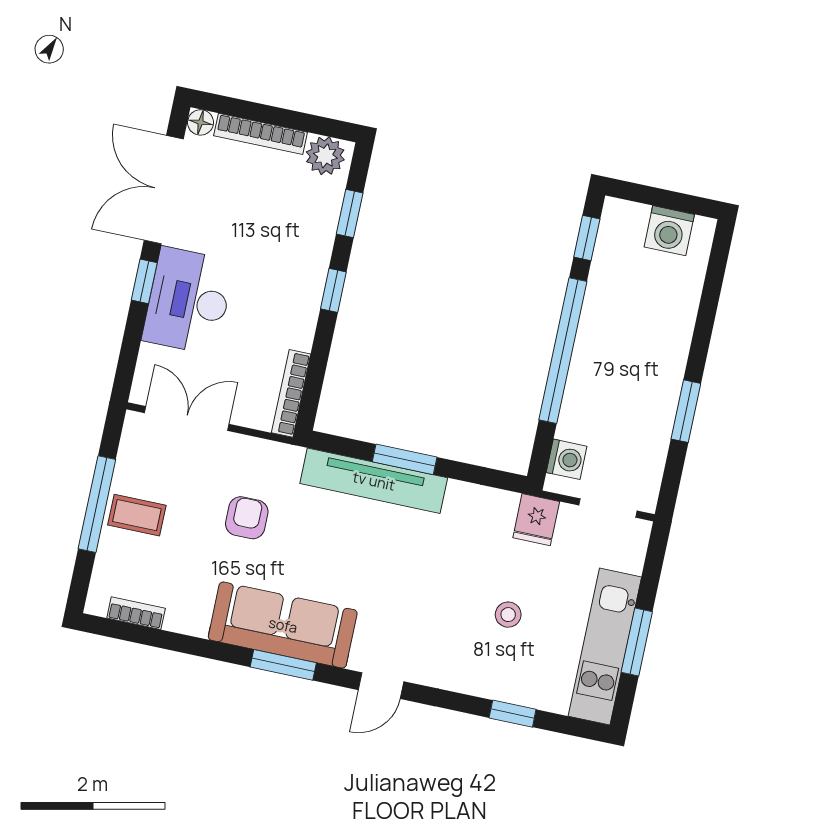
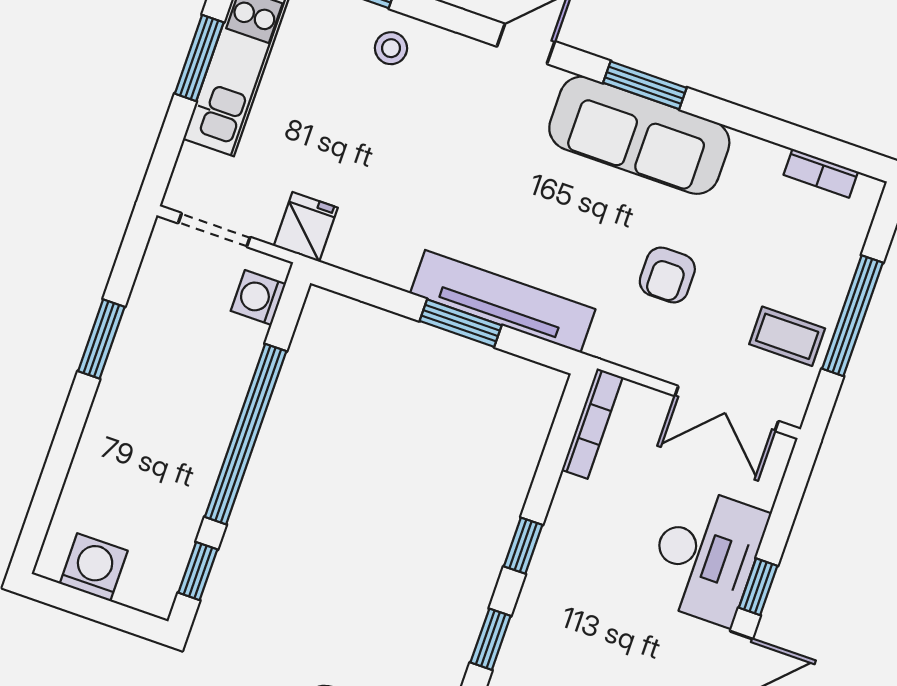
coffee table: (137, 515) -> (787, 336), moved
stool: (508, 615) -> (391, 48), moved

